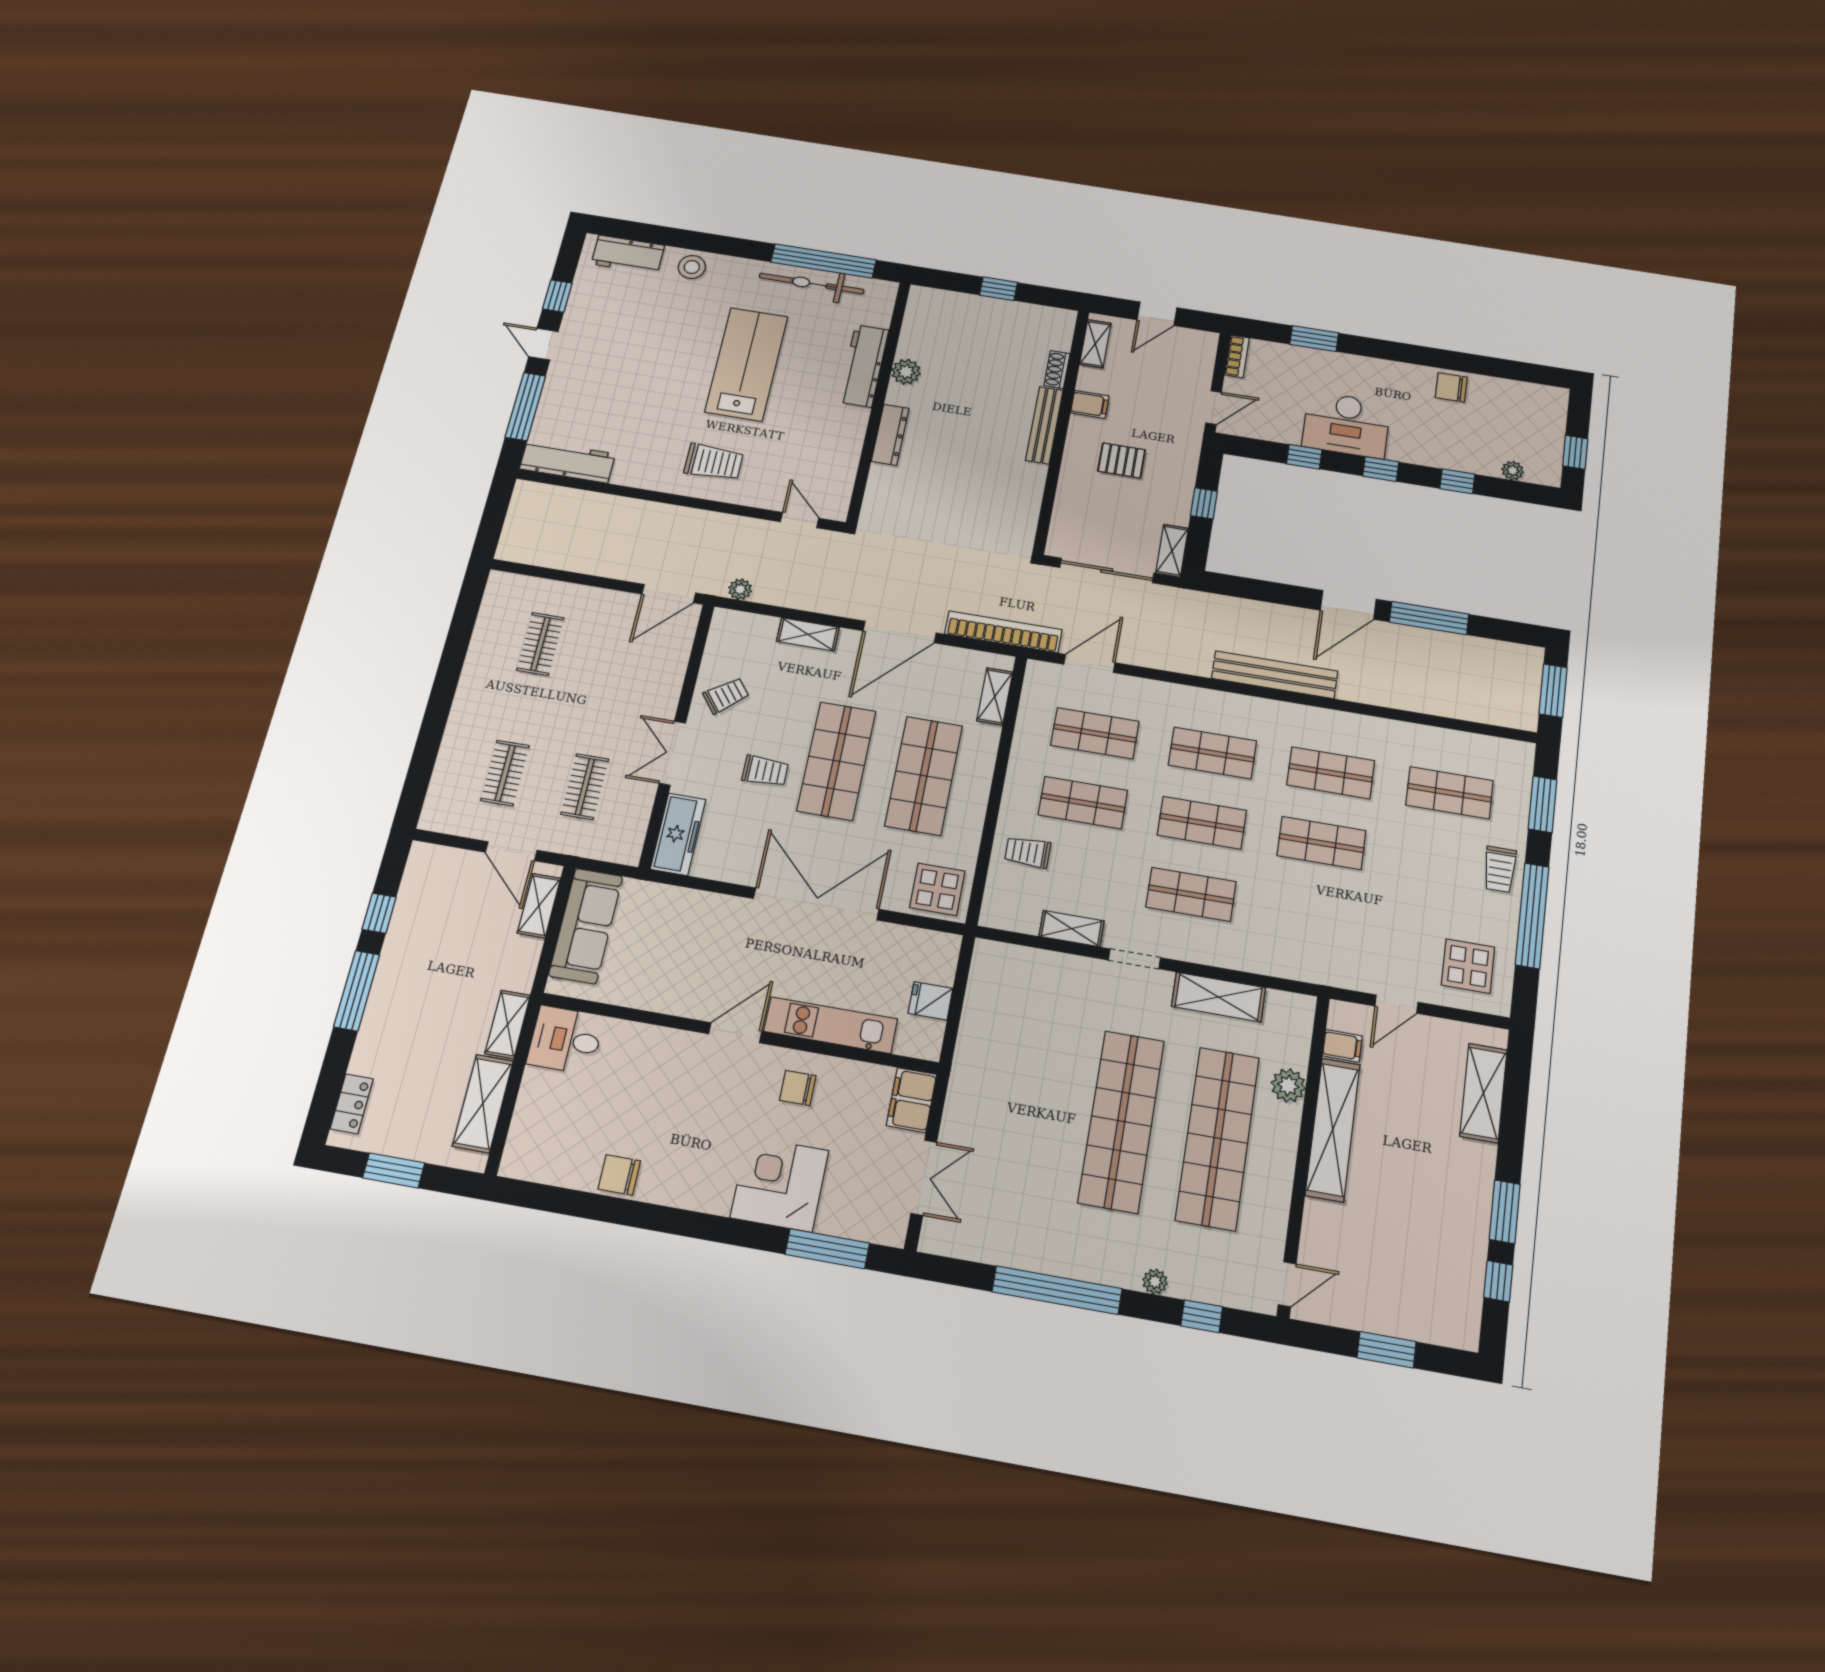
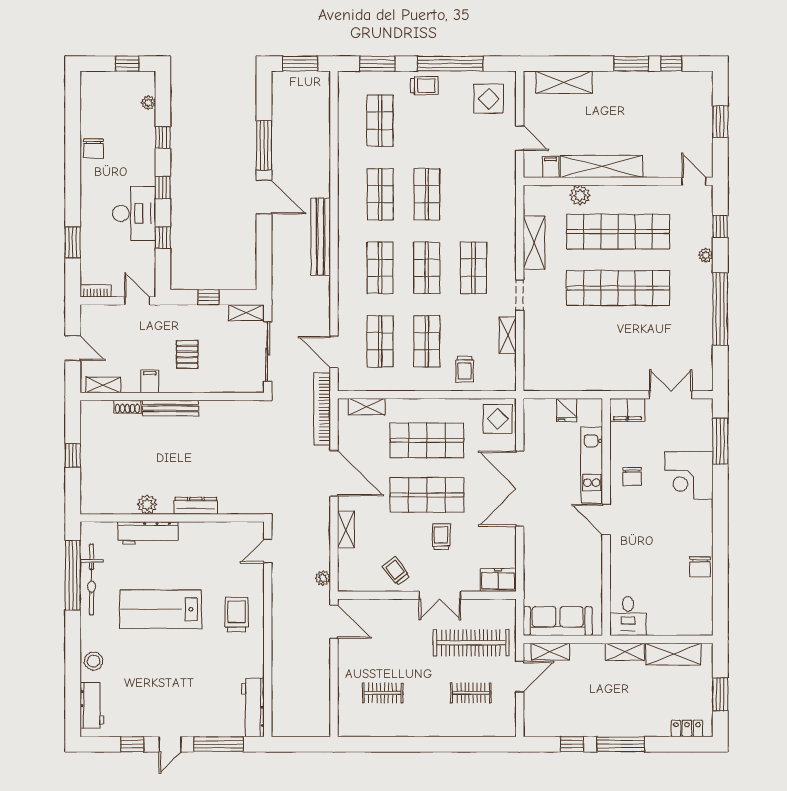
clothes rail: (585, 787) -> (471, 643), width x1.86, depth x1.31
freezer: (678, 834) -> (498, 580), width x0.71

